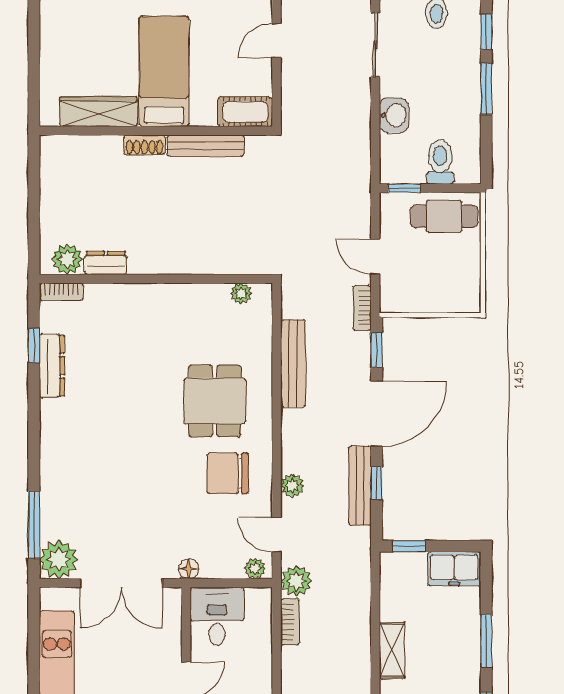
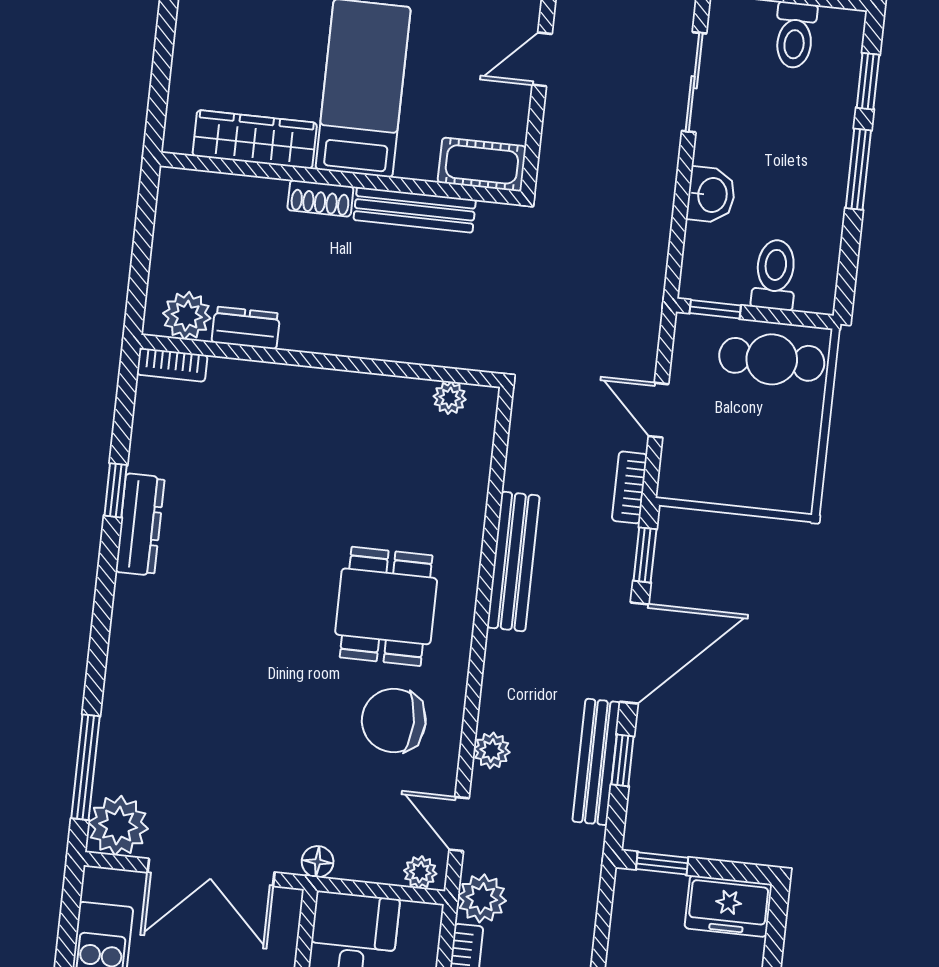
plant: (67, 259) -> (187, 316), moved
dresser: (106, 263) -> (246, 328), moved
wall: (156, 279) -> (321, 361), moved
bookcase: (61, 292) -> (172, 365), moved
plant: (241, 293) -> (450, 398), moved

